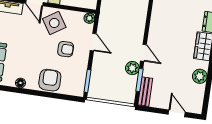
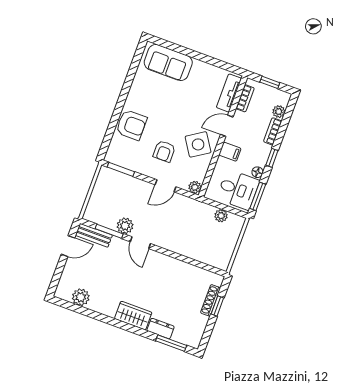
door: (143, 53) -> (140, 243), hinge flipped
plant: (200, 76) -> (81, 297), moved
floor lamp: (20, 83) -> (135, 89), removed
door: (177, 113) -> (68, 246), moved

